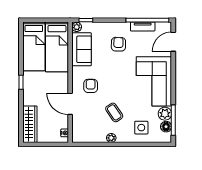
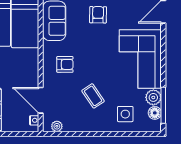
armchair: (91, 86) -> (65, 64), turned 90
door: (70, 104) -> (41, 100), moved
plant: (111, 138) -> (57, 126), moved

